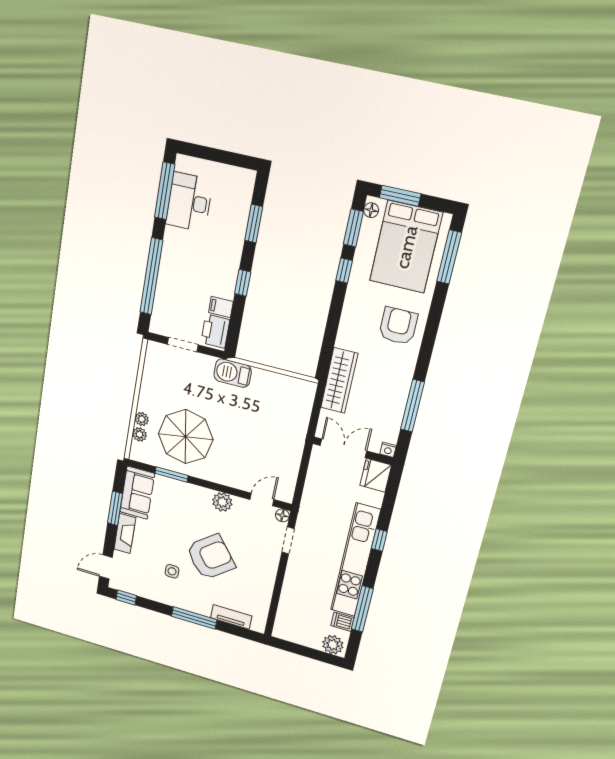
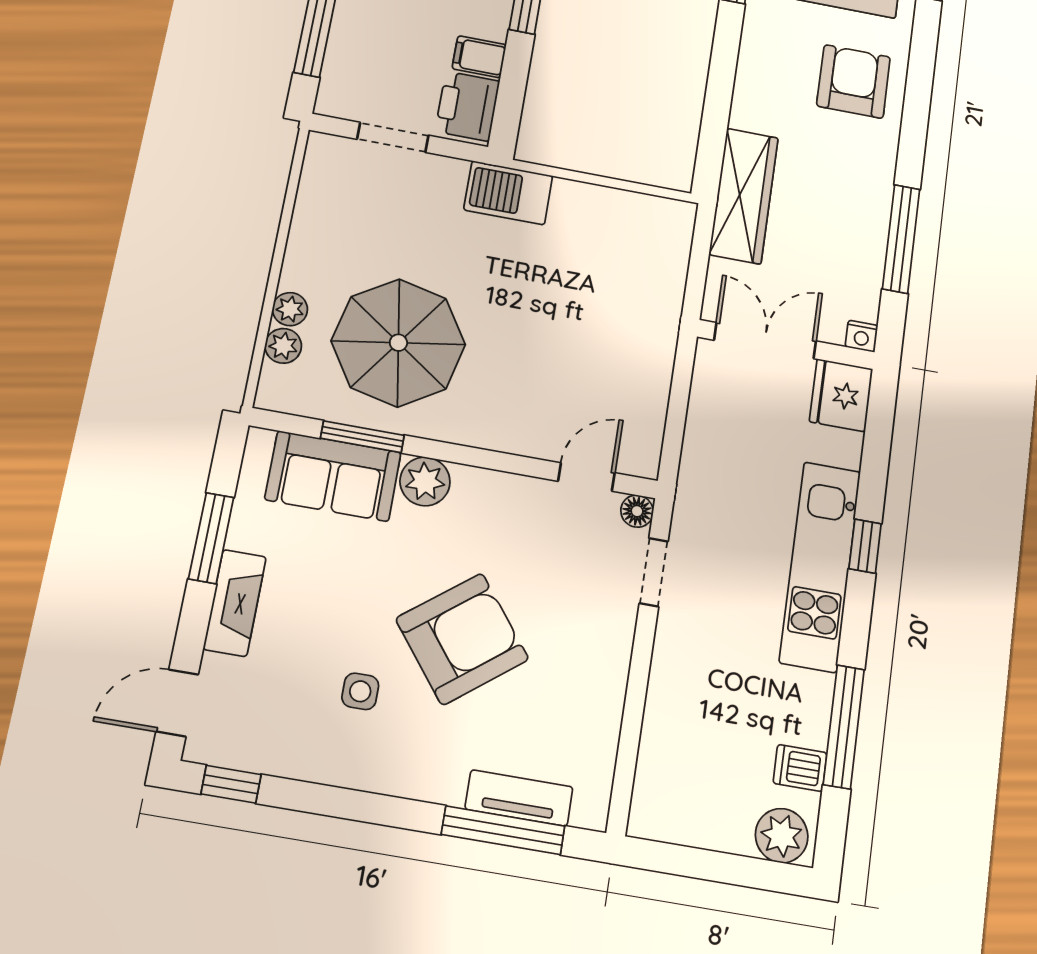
sofa: (137, 493) -> (333, 476), moved, turned 90
plant: (222, 502) -> (425, 481), moved
kitchen unit: (355, 560) -> (820, 566), width x0.73
window: (194, 618) -> (503, 830), moved

